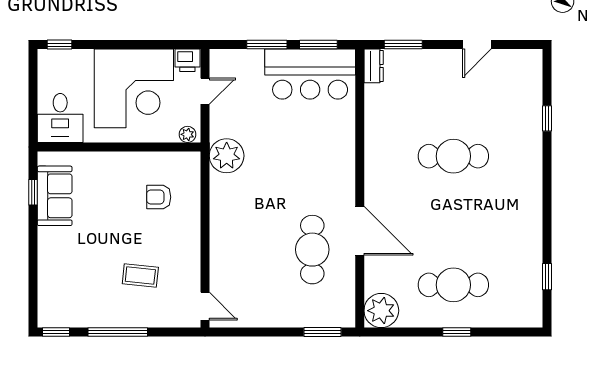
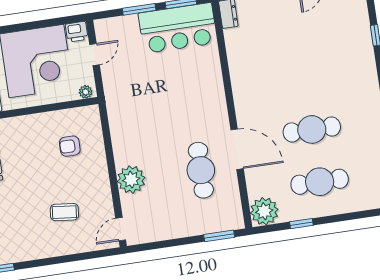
plant: (227, 156) -> (131, 180), moved
cafe table: (453, 156) -> (312, 129), moved
door: (205, 306) -> (121, 229), swing flipped
window: (118, 332) -> (53, 261), removed
window: (457, 332) -> (301, 224), moved

